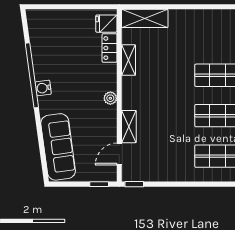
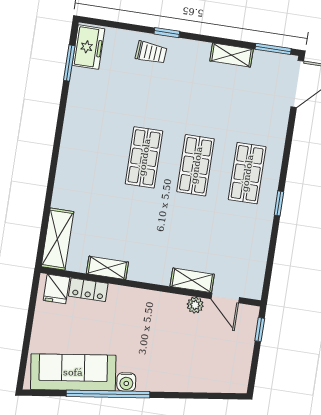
plant: (110, 98) -> (195, 305), moved
sofa: (58, 147) -> (73, 372), moved
window: (134, 184) -> (279, 203), moved

